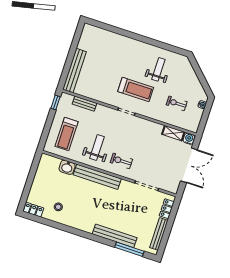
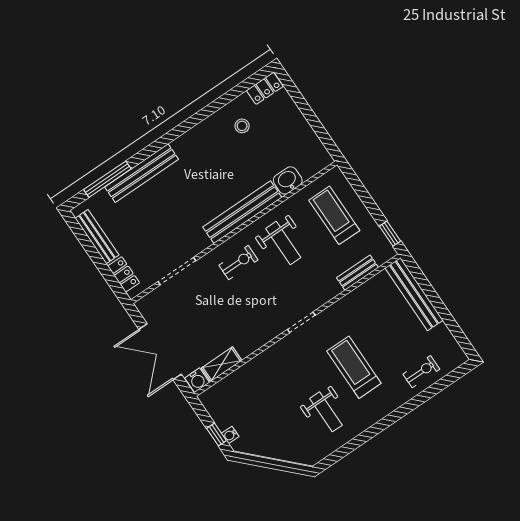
treadmill: (136, 89) -> (354, 367), moved, turned 90
exercise bike: (177, 103) -> (421, 372), moved
window: (207, 111) -> (216, 435), added

